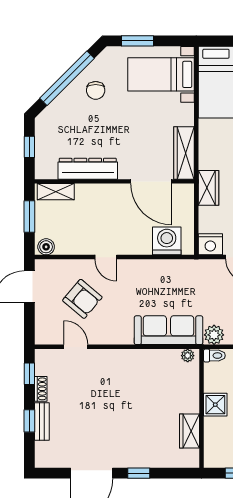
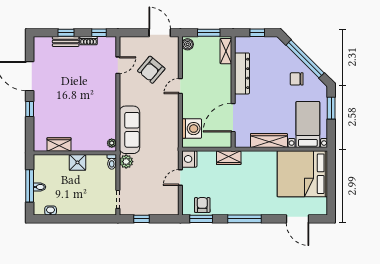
wardrobe: (184, 153) -> (269, 141), moved

